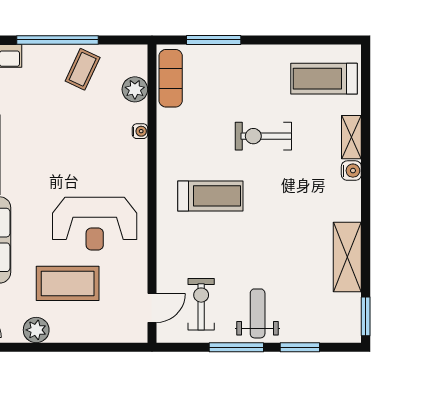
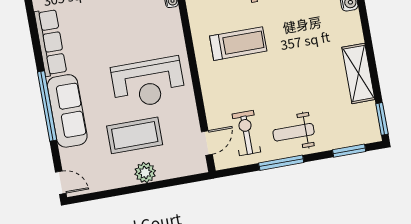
weight bench: (258, 313) -> (294, 132), turned -90
plant: (36, 330) -> (145, 173), moved
window: (300, 347) -> (349, 151), moved

